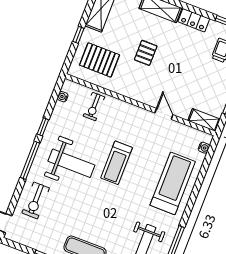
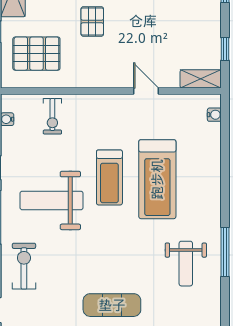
weight bench: (71, 163) -> (52, 200), turned 180
treadmill: (173, 183) -> (157, 179), moved, turned 180
exercise bike: (36, 200) -> (24, 266), turned 180

